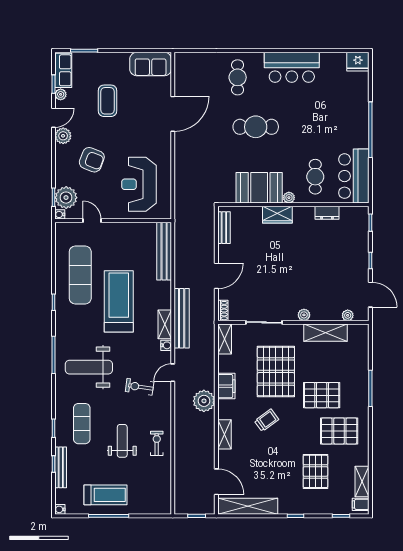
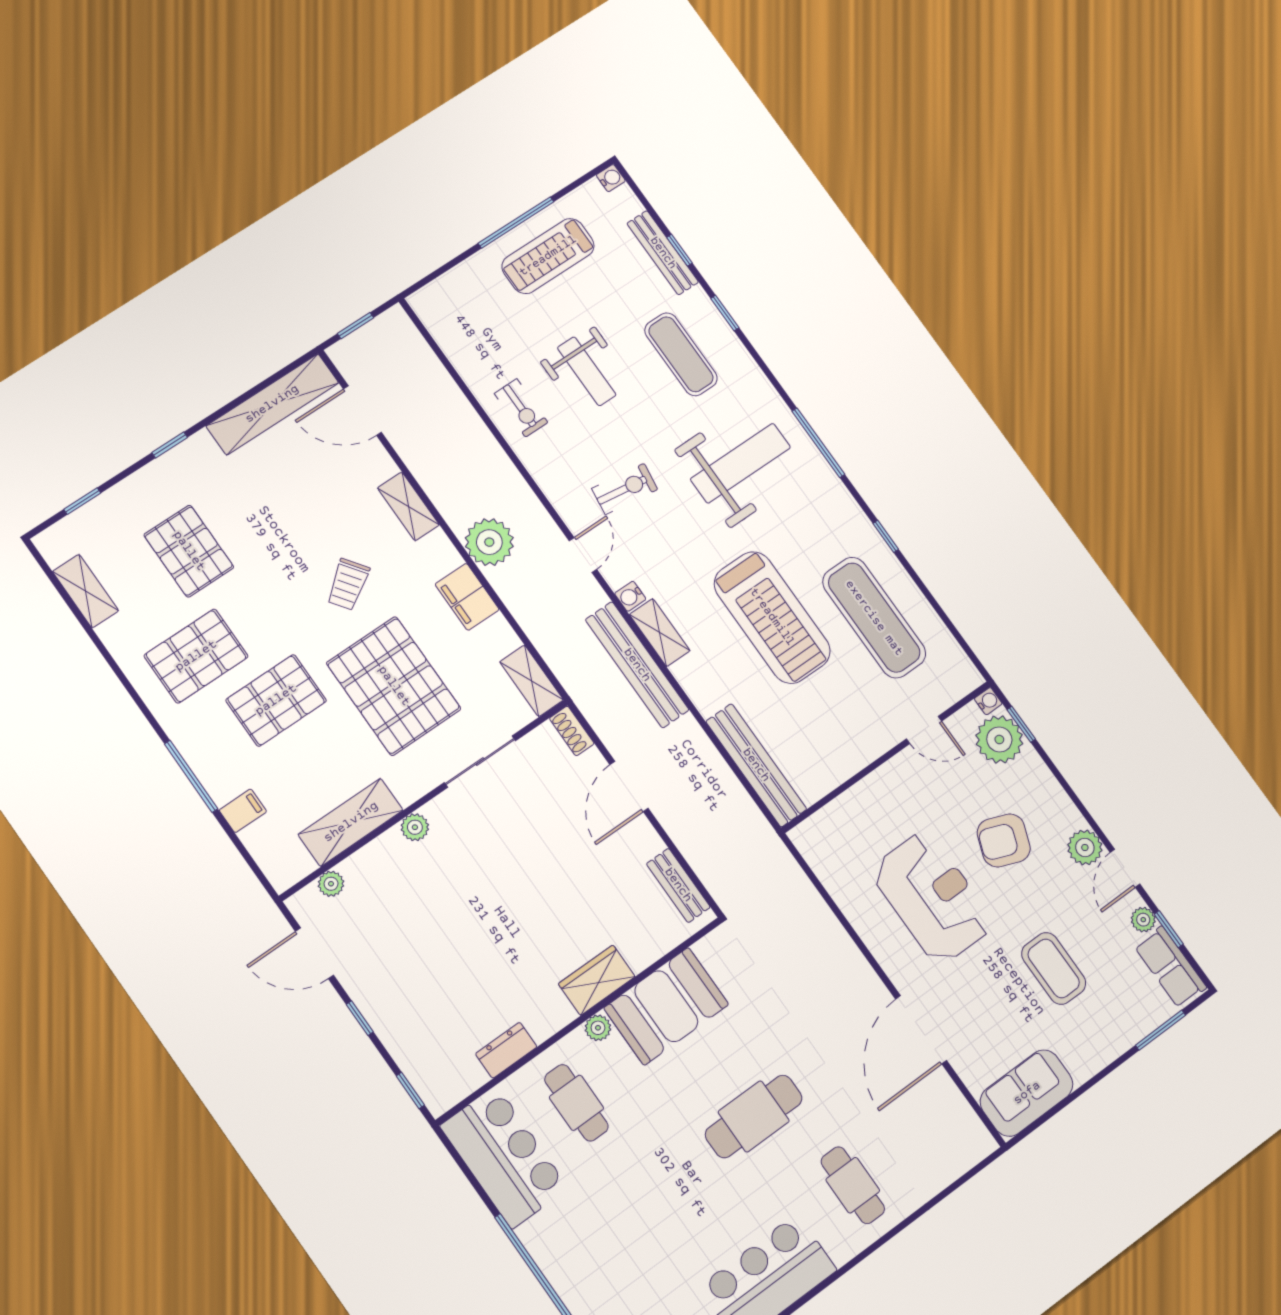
reception desk: (139, 184) -> (932, 897), moved
filing cabinet: (361, 504) -> (243, 811), moved

